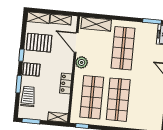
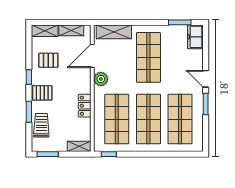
door: (76, 42) -> (92, 56), hinge flipped
pallet: (39, 43) -> (48, 60), width x0.67, depth x0.71
shop shelf: (145, 102) -> (180, 119), added

